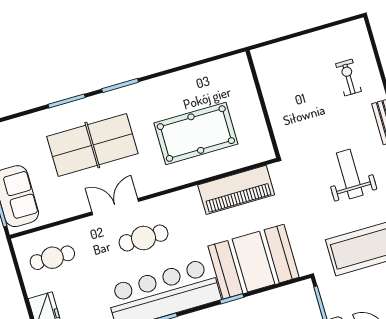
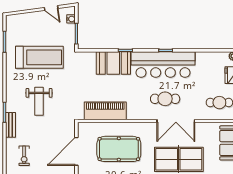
door: (264, 110) -> (76, 151), added
double door: (115, 207) -> (176, 121), width x1.37
booth: (254, 262) -> (113, 63), width x0.73, depth x0.70

